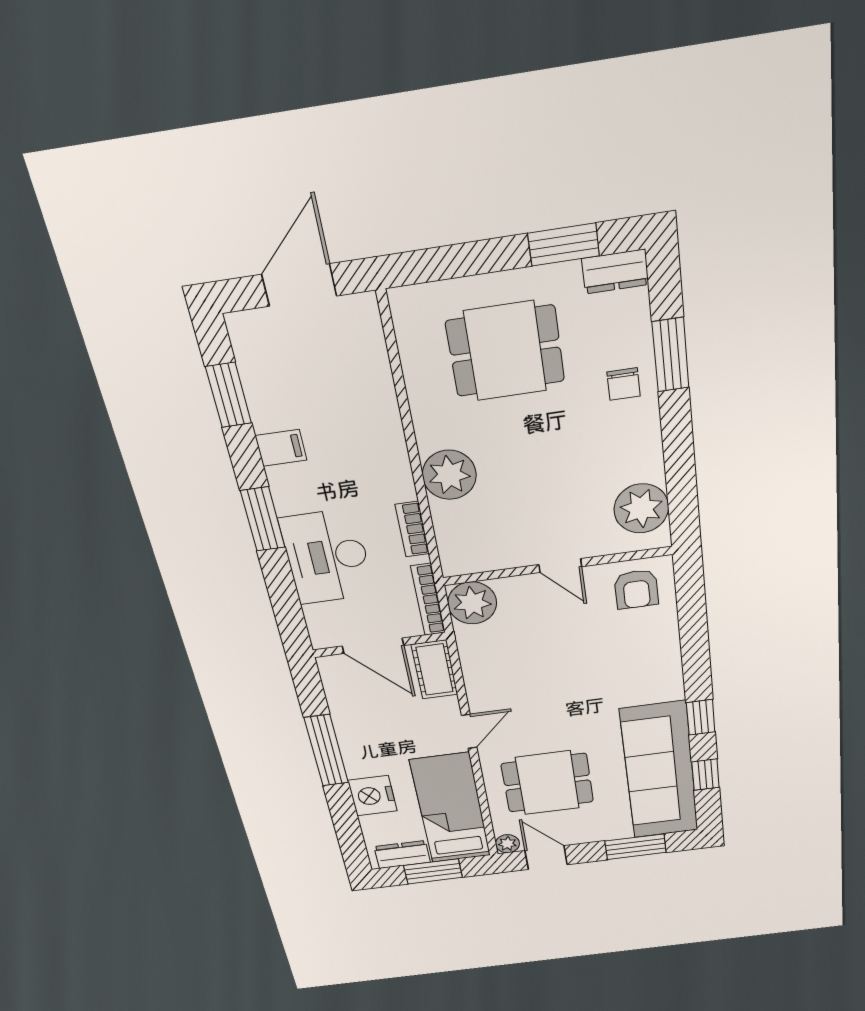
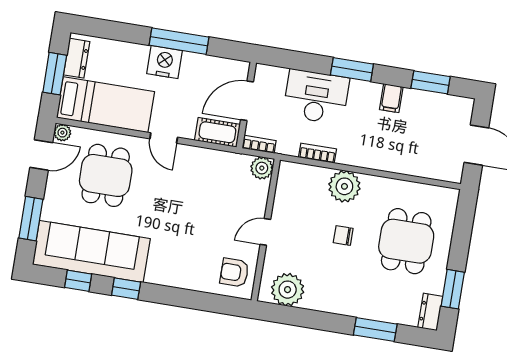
chair: (624, 384) -> (343, 236), moved
bookcase: (428, 600) -> (259, 144), width x0.64
plant: (472, 603) -> (262, 168), width x0.73, depth x0.73
nightstand: (372, 796) -> (165, 62), moved

